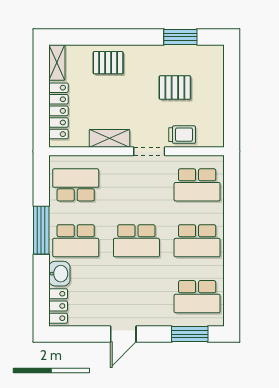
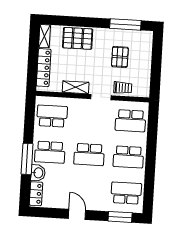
window: (180, 37) -> (125, 24), width x1.44
pallet: (108, 63) -> (78, 38), width x1.50, depth x1.42
pallet: (175, 88) -> (120, 57), turned 90
window: (41, 230) -> (27, 159), moved
school desk: (197, 297) -> (126, 193), turned 180
door: (123, 334) -> (77, 214), swing flipped

